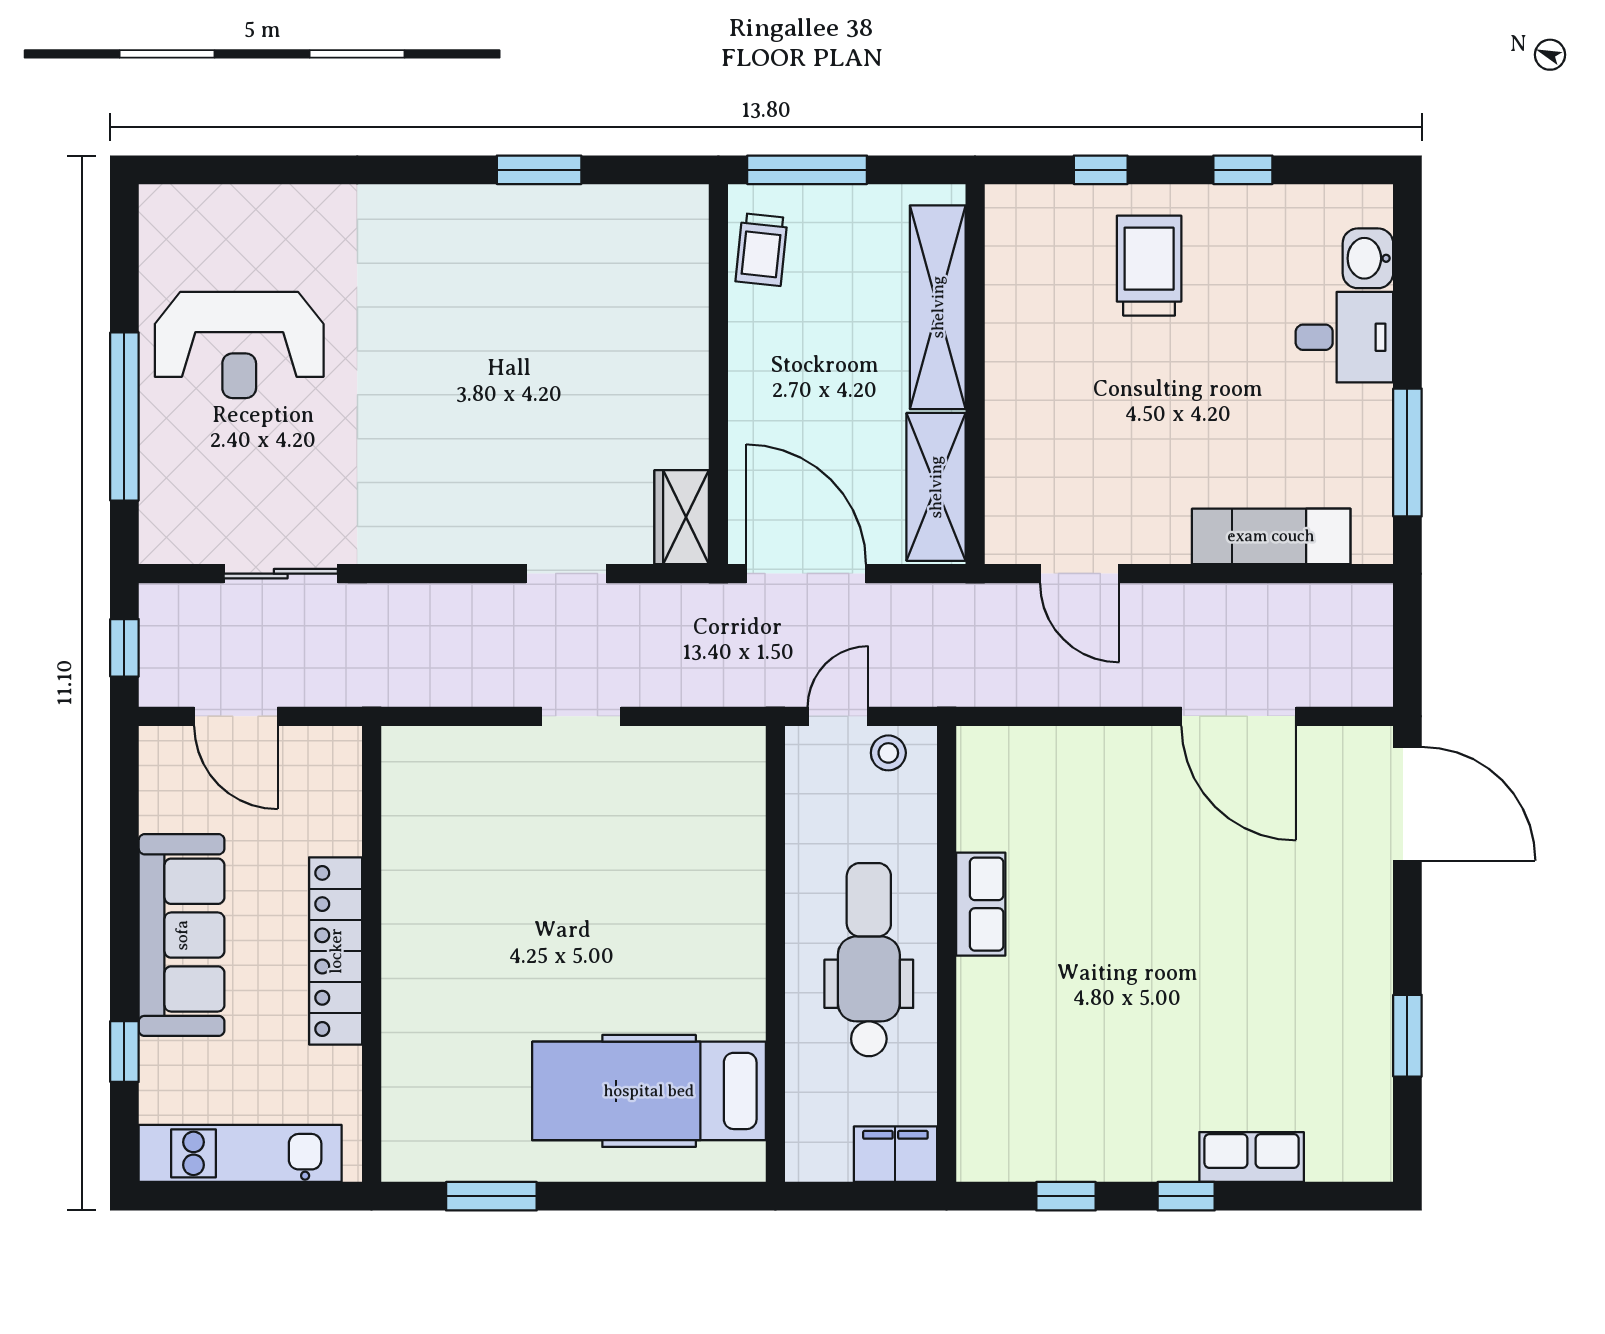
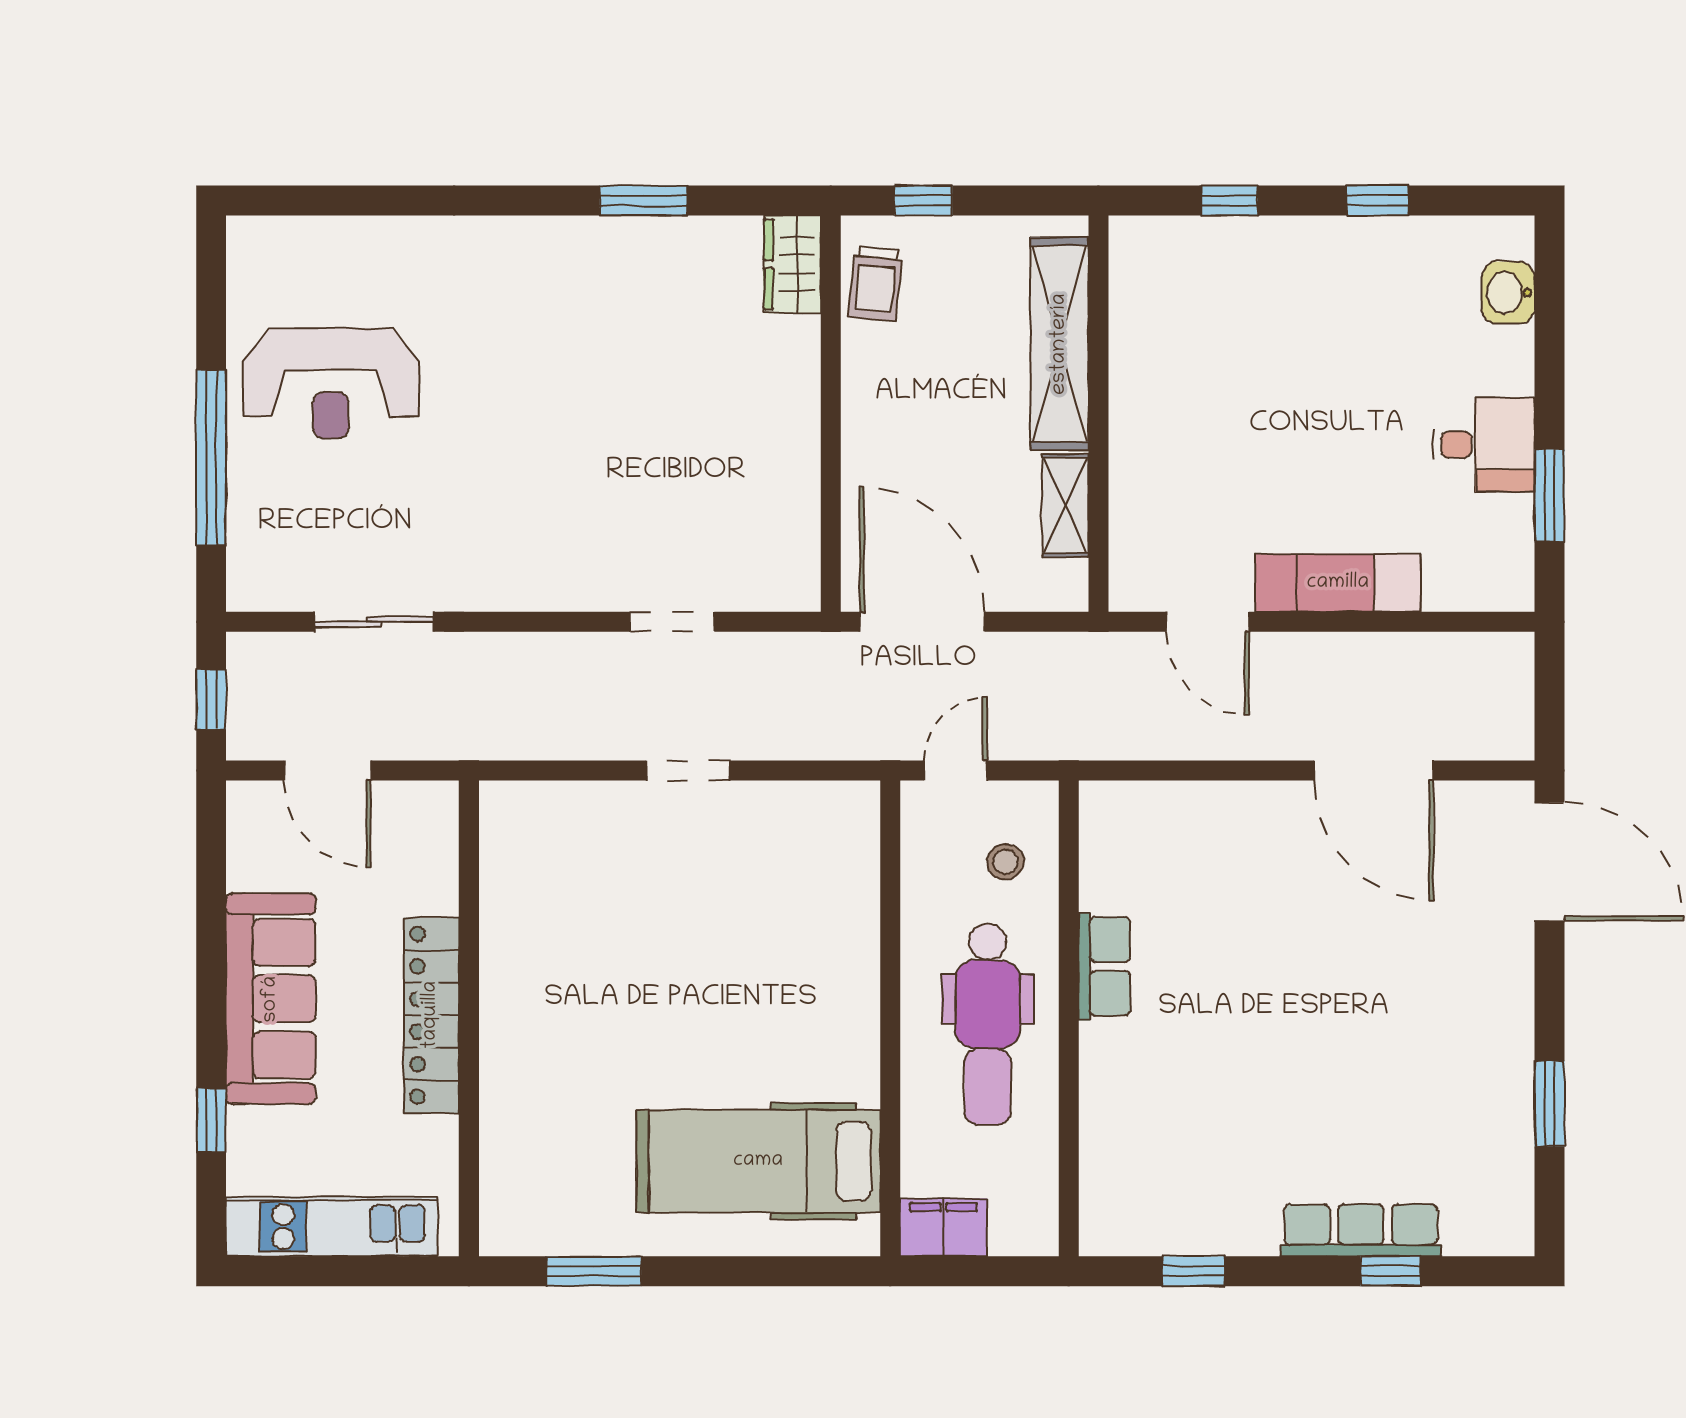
window: (807, 170) -> (923, 200), width x0.46
trolley: (1149, 266) -> (1280, 300), removed
desk: (1344, 337) -> (1484, 445), moved
window: (1407, 452) -> (1550, 495), width x0.69
shelving: (936, 487) -> (1065, 505), width x0.67, depth x0.75
wardrobe: (682, 517) -> (792, 264), moved
exam couch: (1271, 536) -> (1338, 583), moved
stool: (888, 753) -> (1006, 862), moved
dental chair: (869, 960) -> (988, 1024), turned 180
filing cabinet: (895, 1154) -> (944, 1227), moved
row of seats: (1252, 1157) -> (1361, 1230), width x1.48
window: (1186, 1196) -> (1391, 1271), moved

